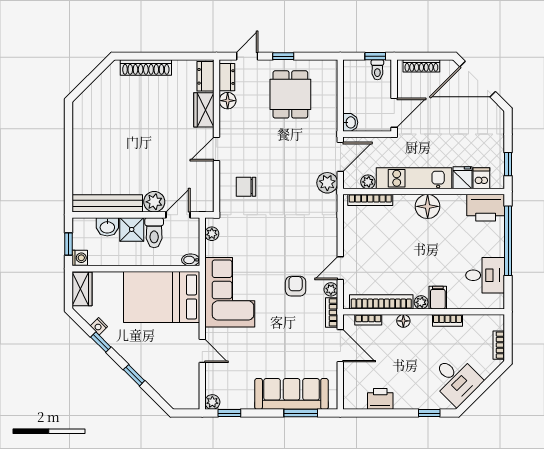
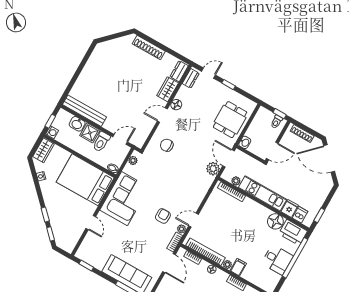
dining table: (290, 94) -> (230, 120), moved
floor lamp: (228, 101) -> (176, 105), moved
door: (340, 157) -> (228, 158), swing flipped
plant: (154, 202) -> (111, 125), removed
floor lamp: (428, 206) -> (275, 221), moved
desk: (485, 275) -> (277, 260), moved
window: (101, 342) -> (51, 234), moved
plant: (212, 402) -> (80, 254), removed

